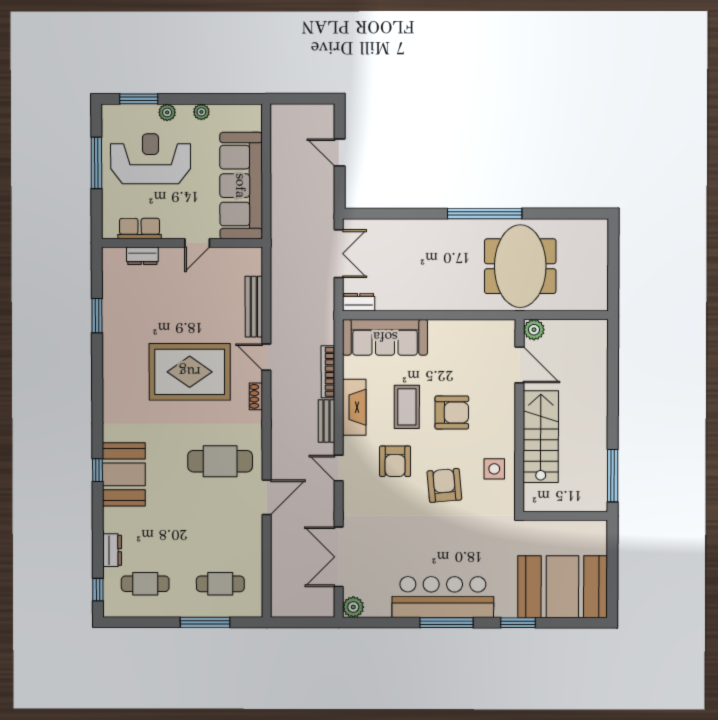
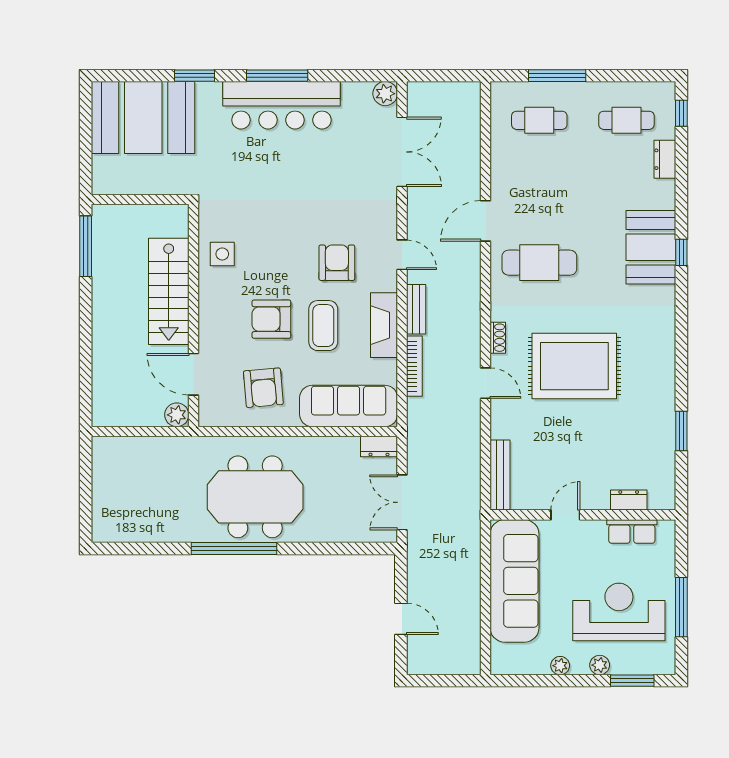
reception desk: (151, 159) -> (619, 612), turned 180
meeting table: (520, 266) -> (255, 497), moved, turned 90
bench: (254, 307) -> (500, 475), moved
armchair: (444, 485) -> (263, 388), moved

